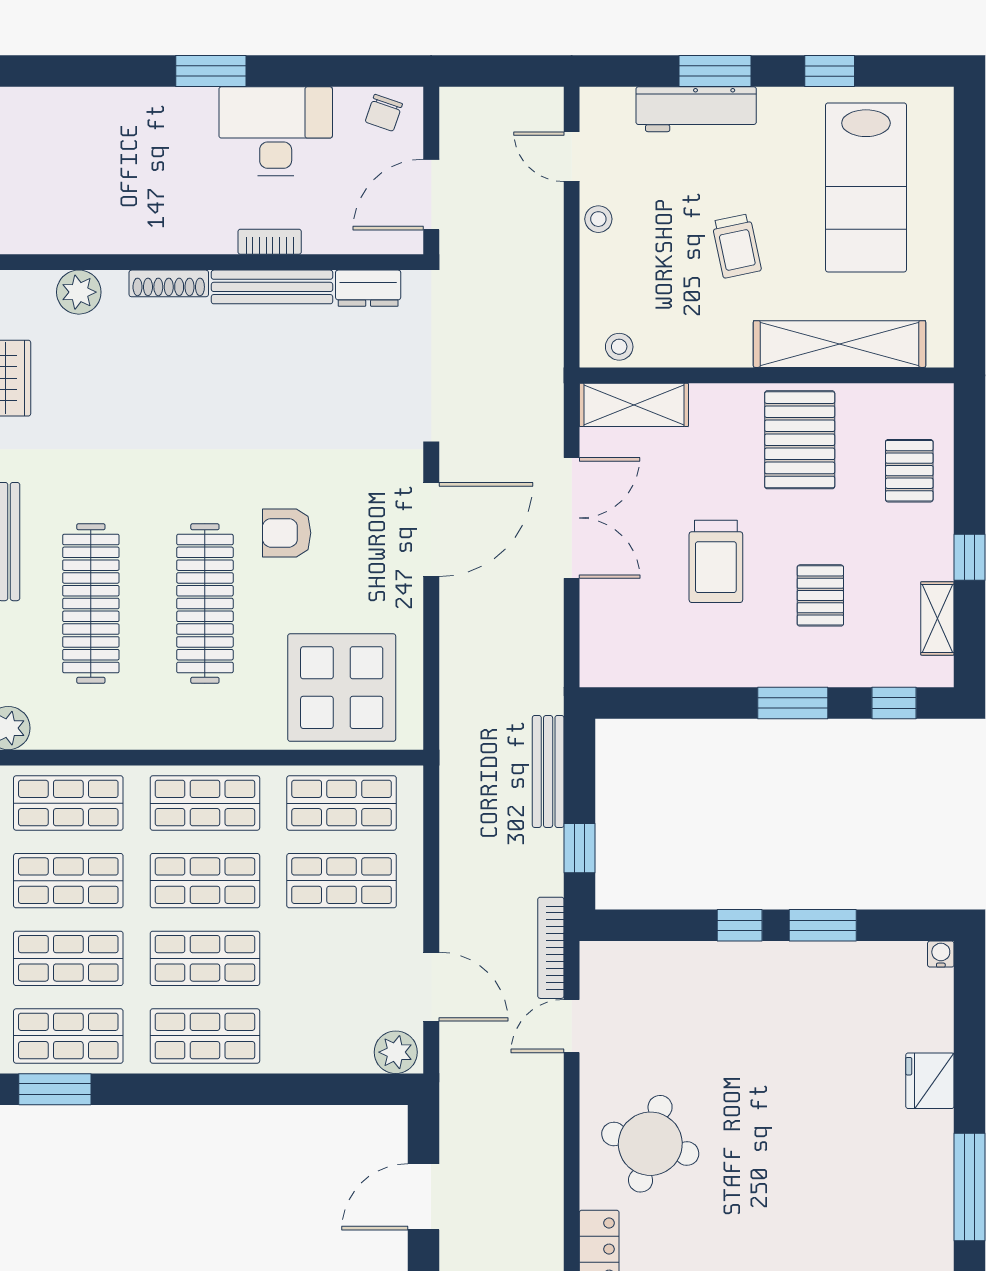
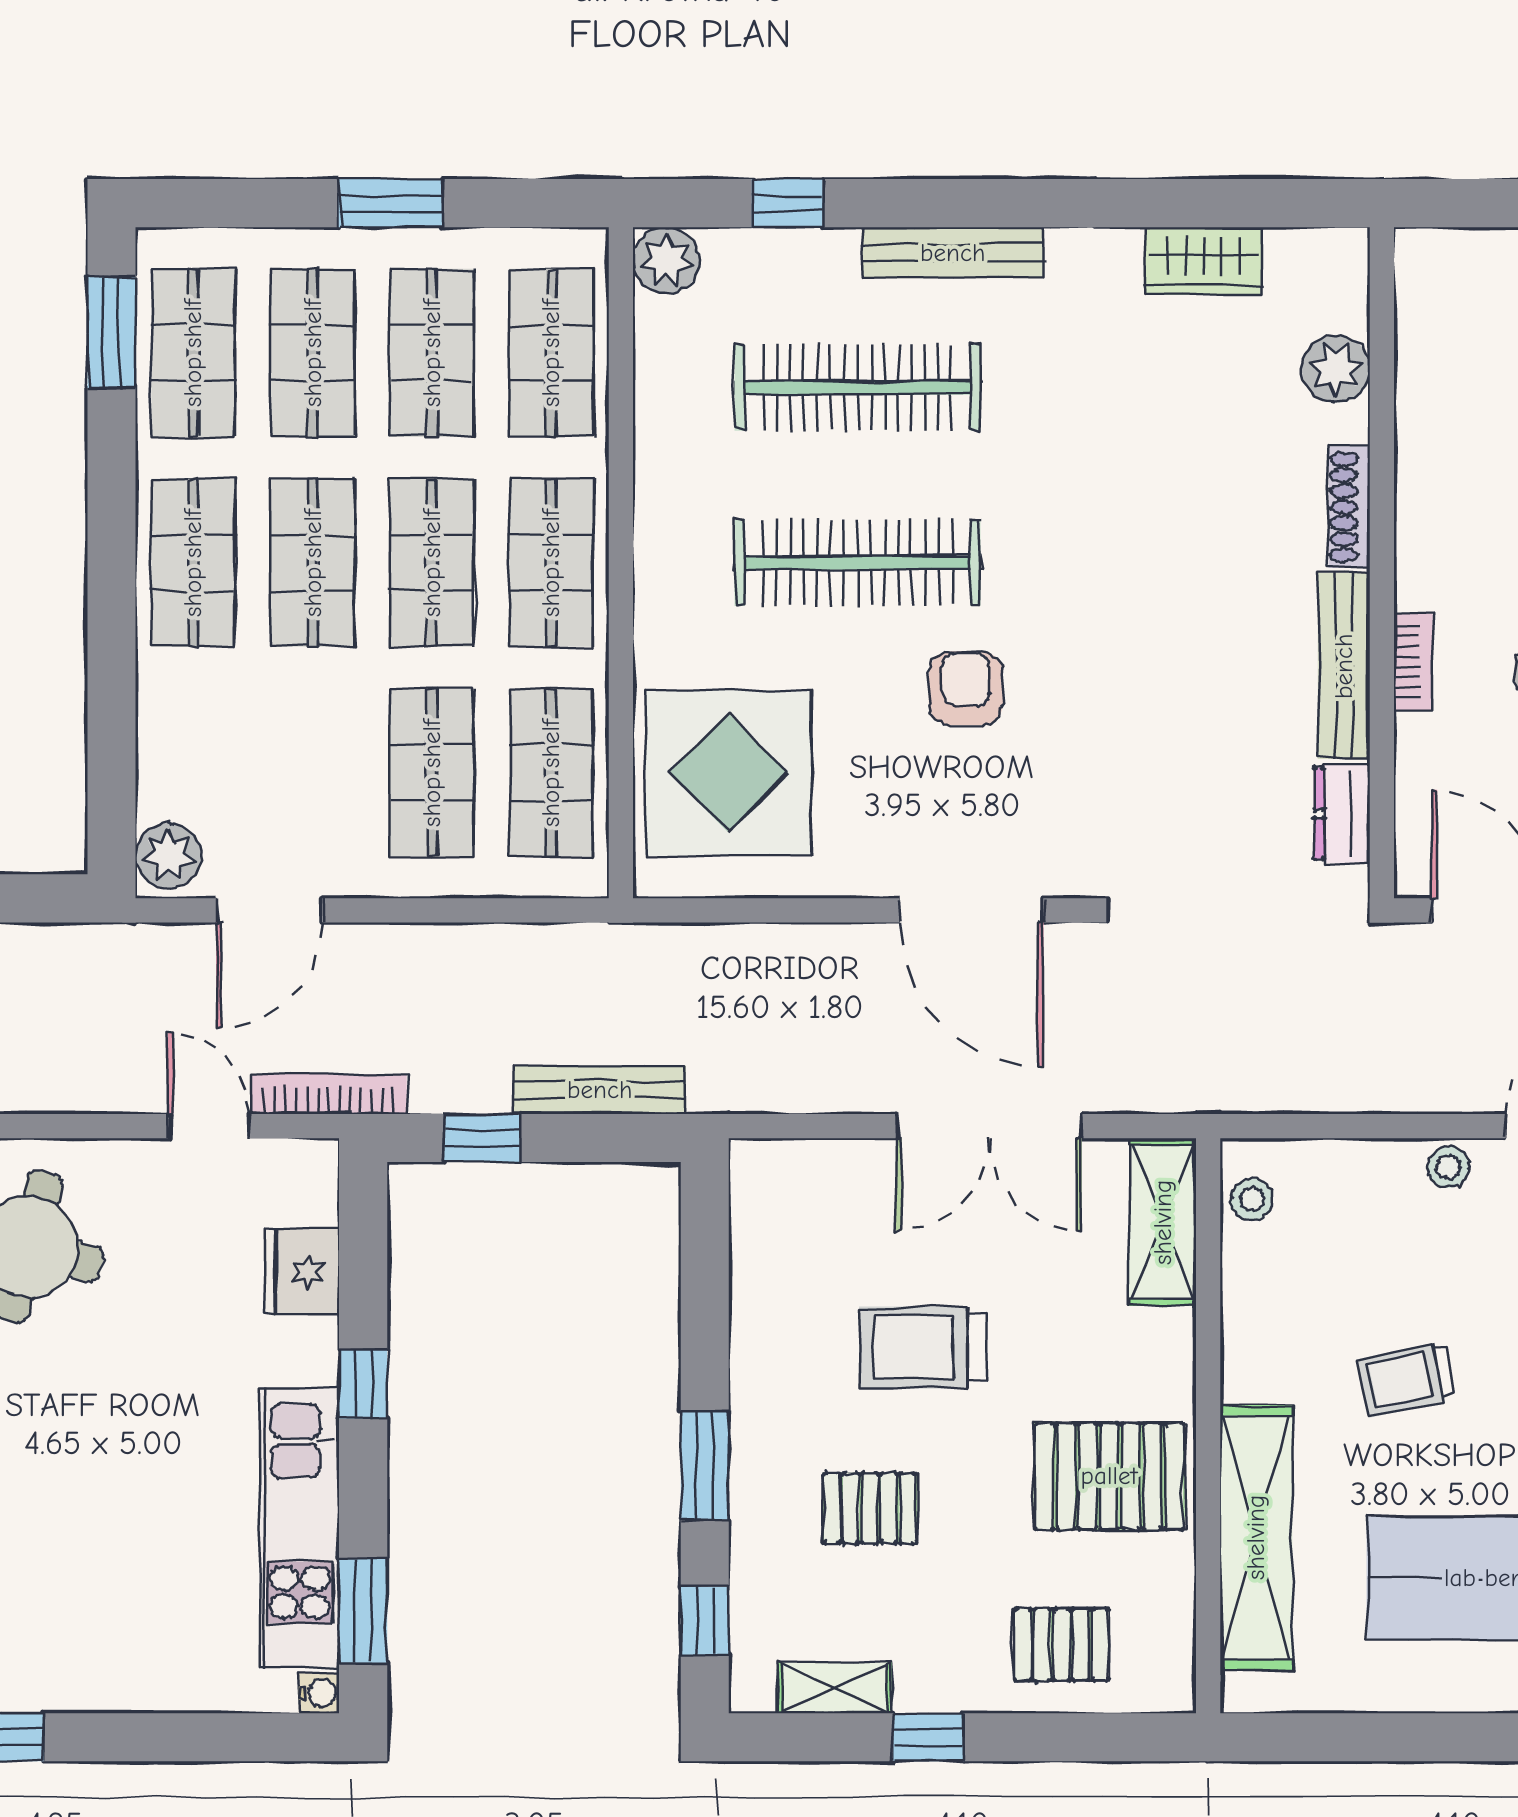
window: (823, 925) -> (363, 1611), moved
kitchen unit: (833, 967) -> (300, 1528), added
fridge: (930, 1081) -> (302, 1272), moved, turned -90

